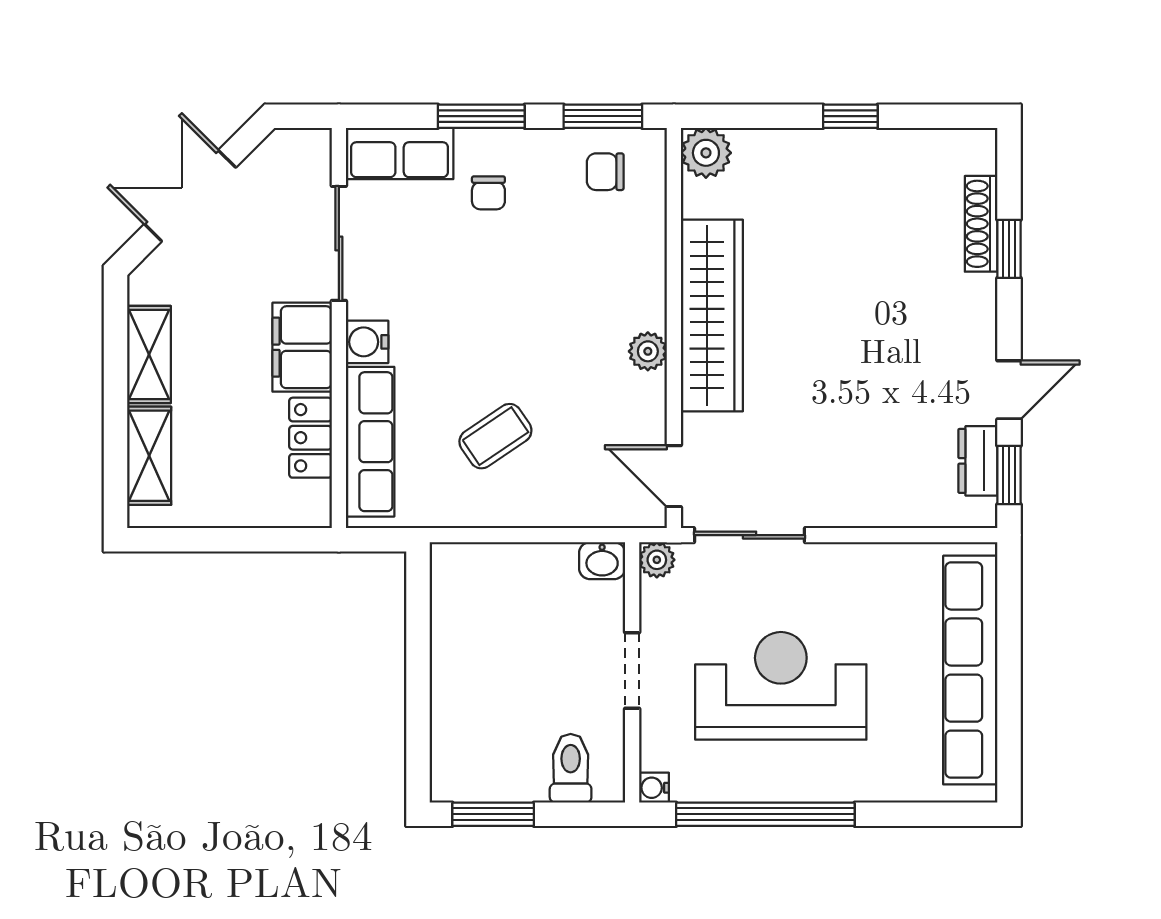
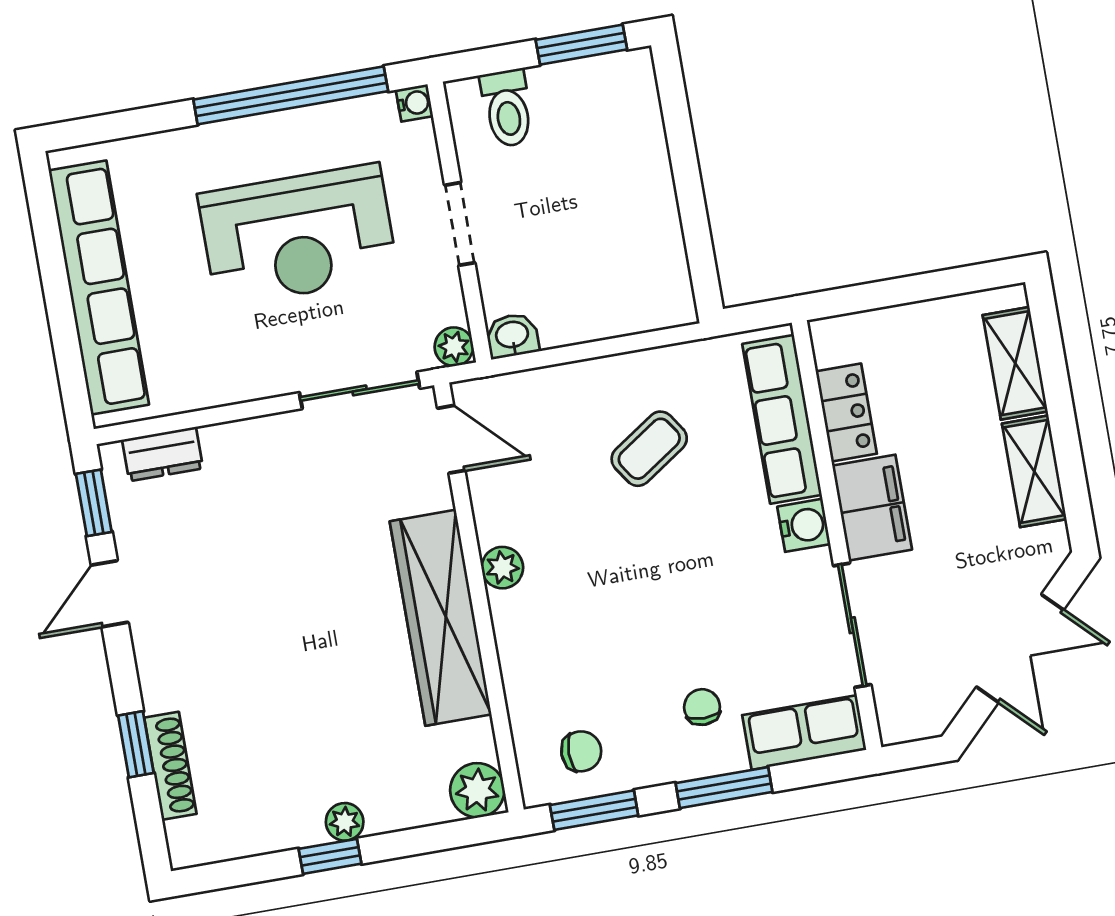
plant: (832, 145) -> (345, 822), added
dresser: (978, 461) -> (163, 454), moved, turned 90

